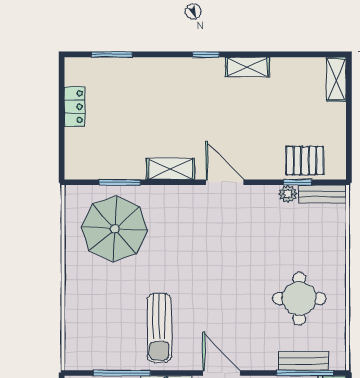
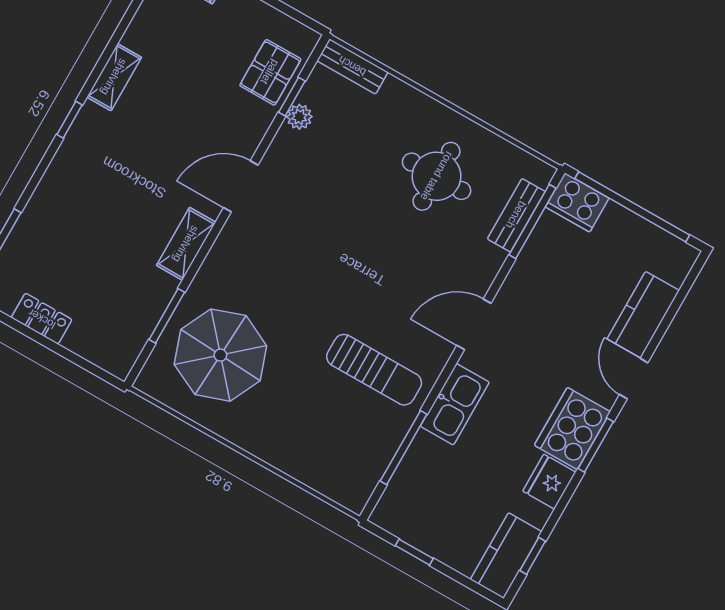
bench: (322, 194) -> (352, 66), moved, turned 90

